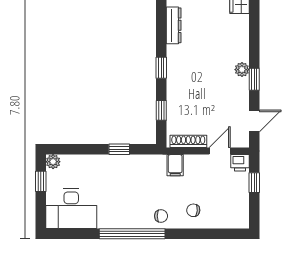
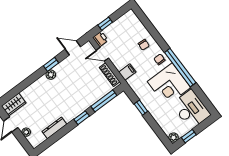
window: (161, 110) -> (104, 101), width x2.17
corner desk: (122, 205) -> (169, 84), added

